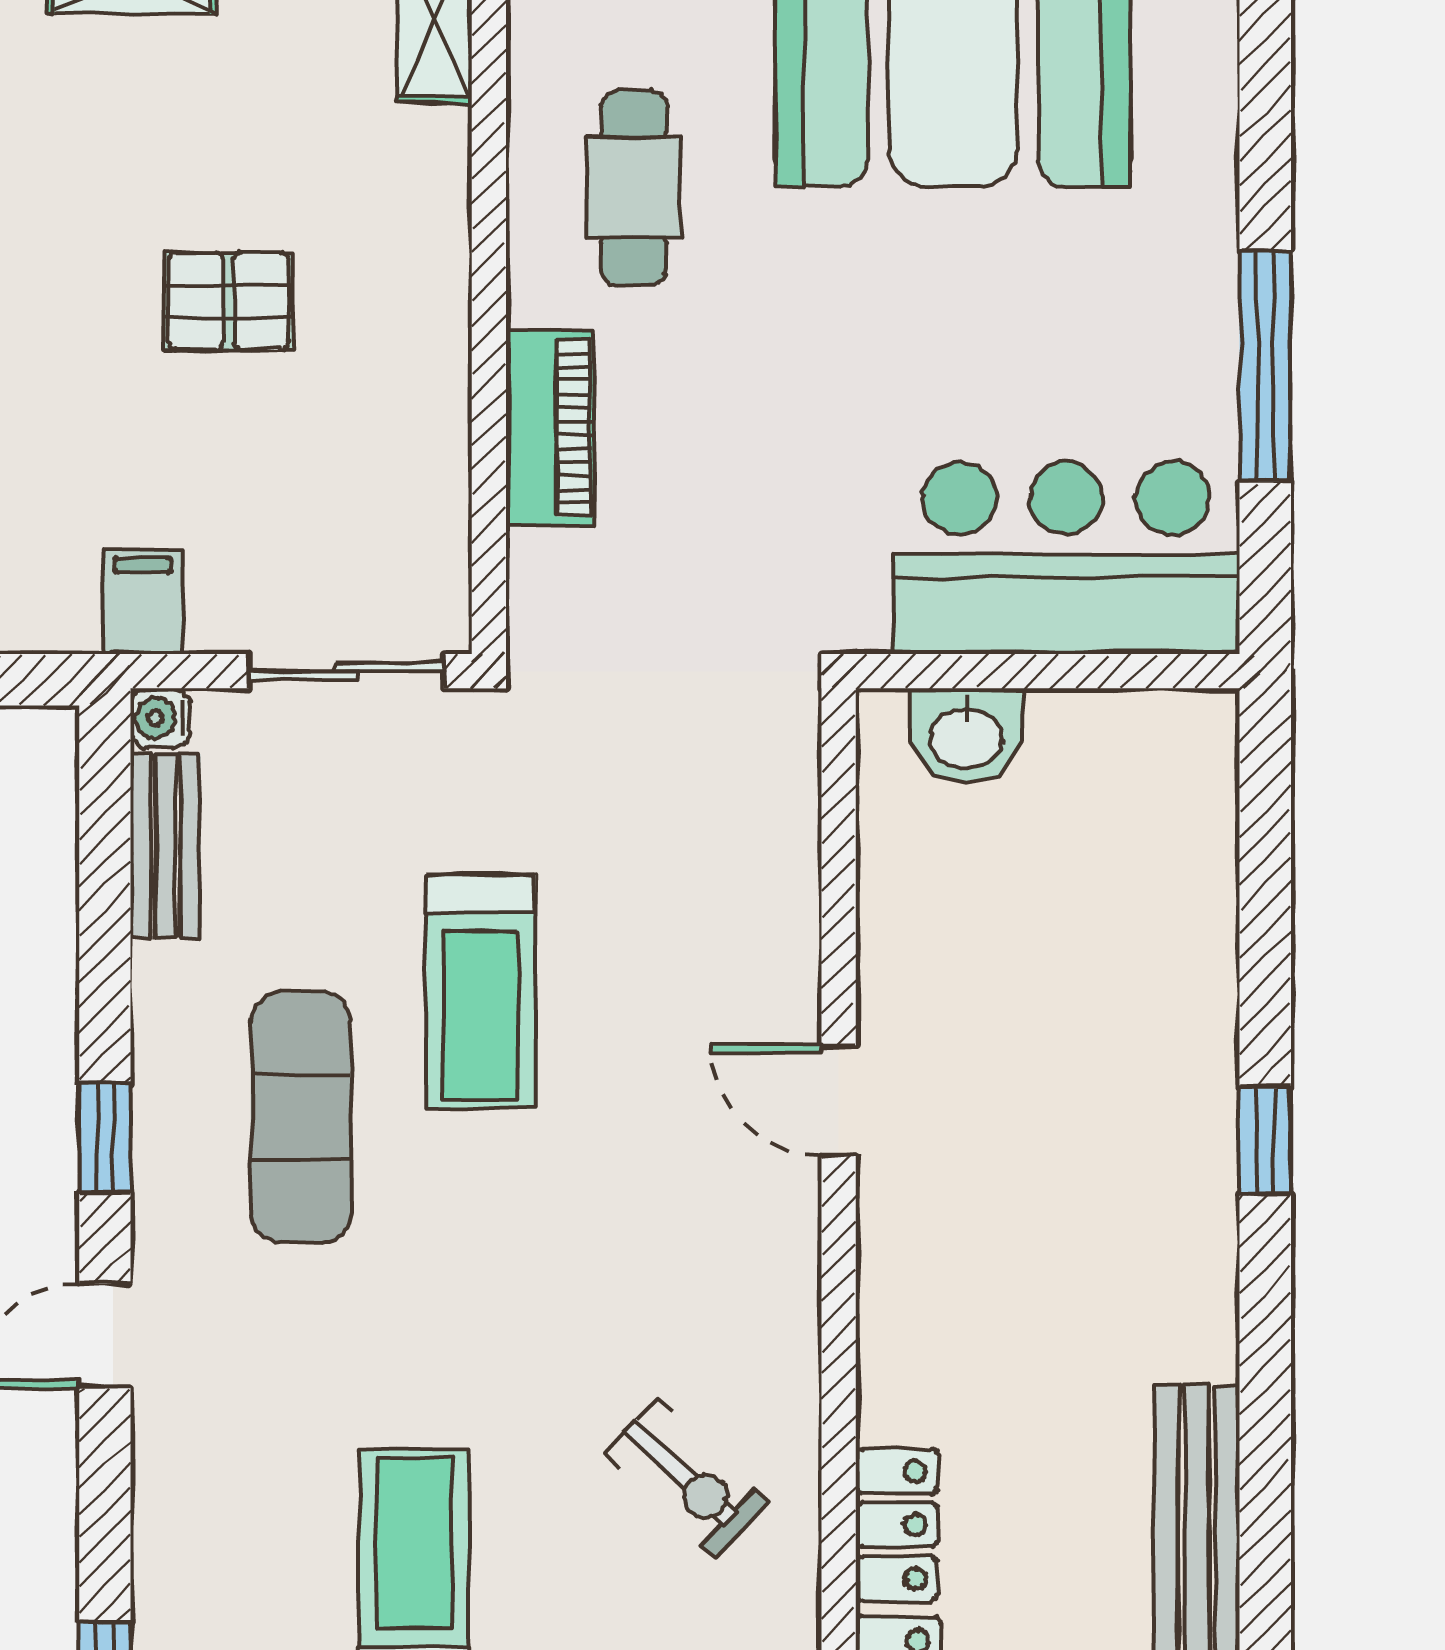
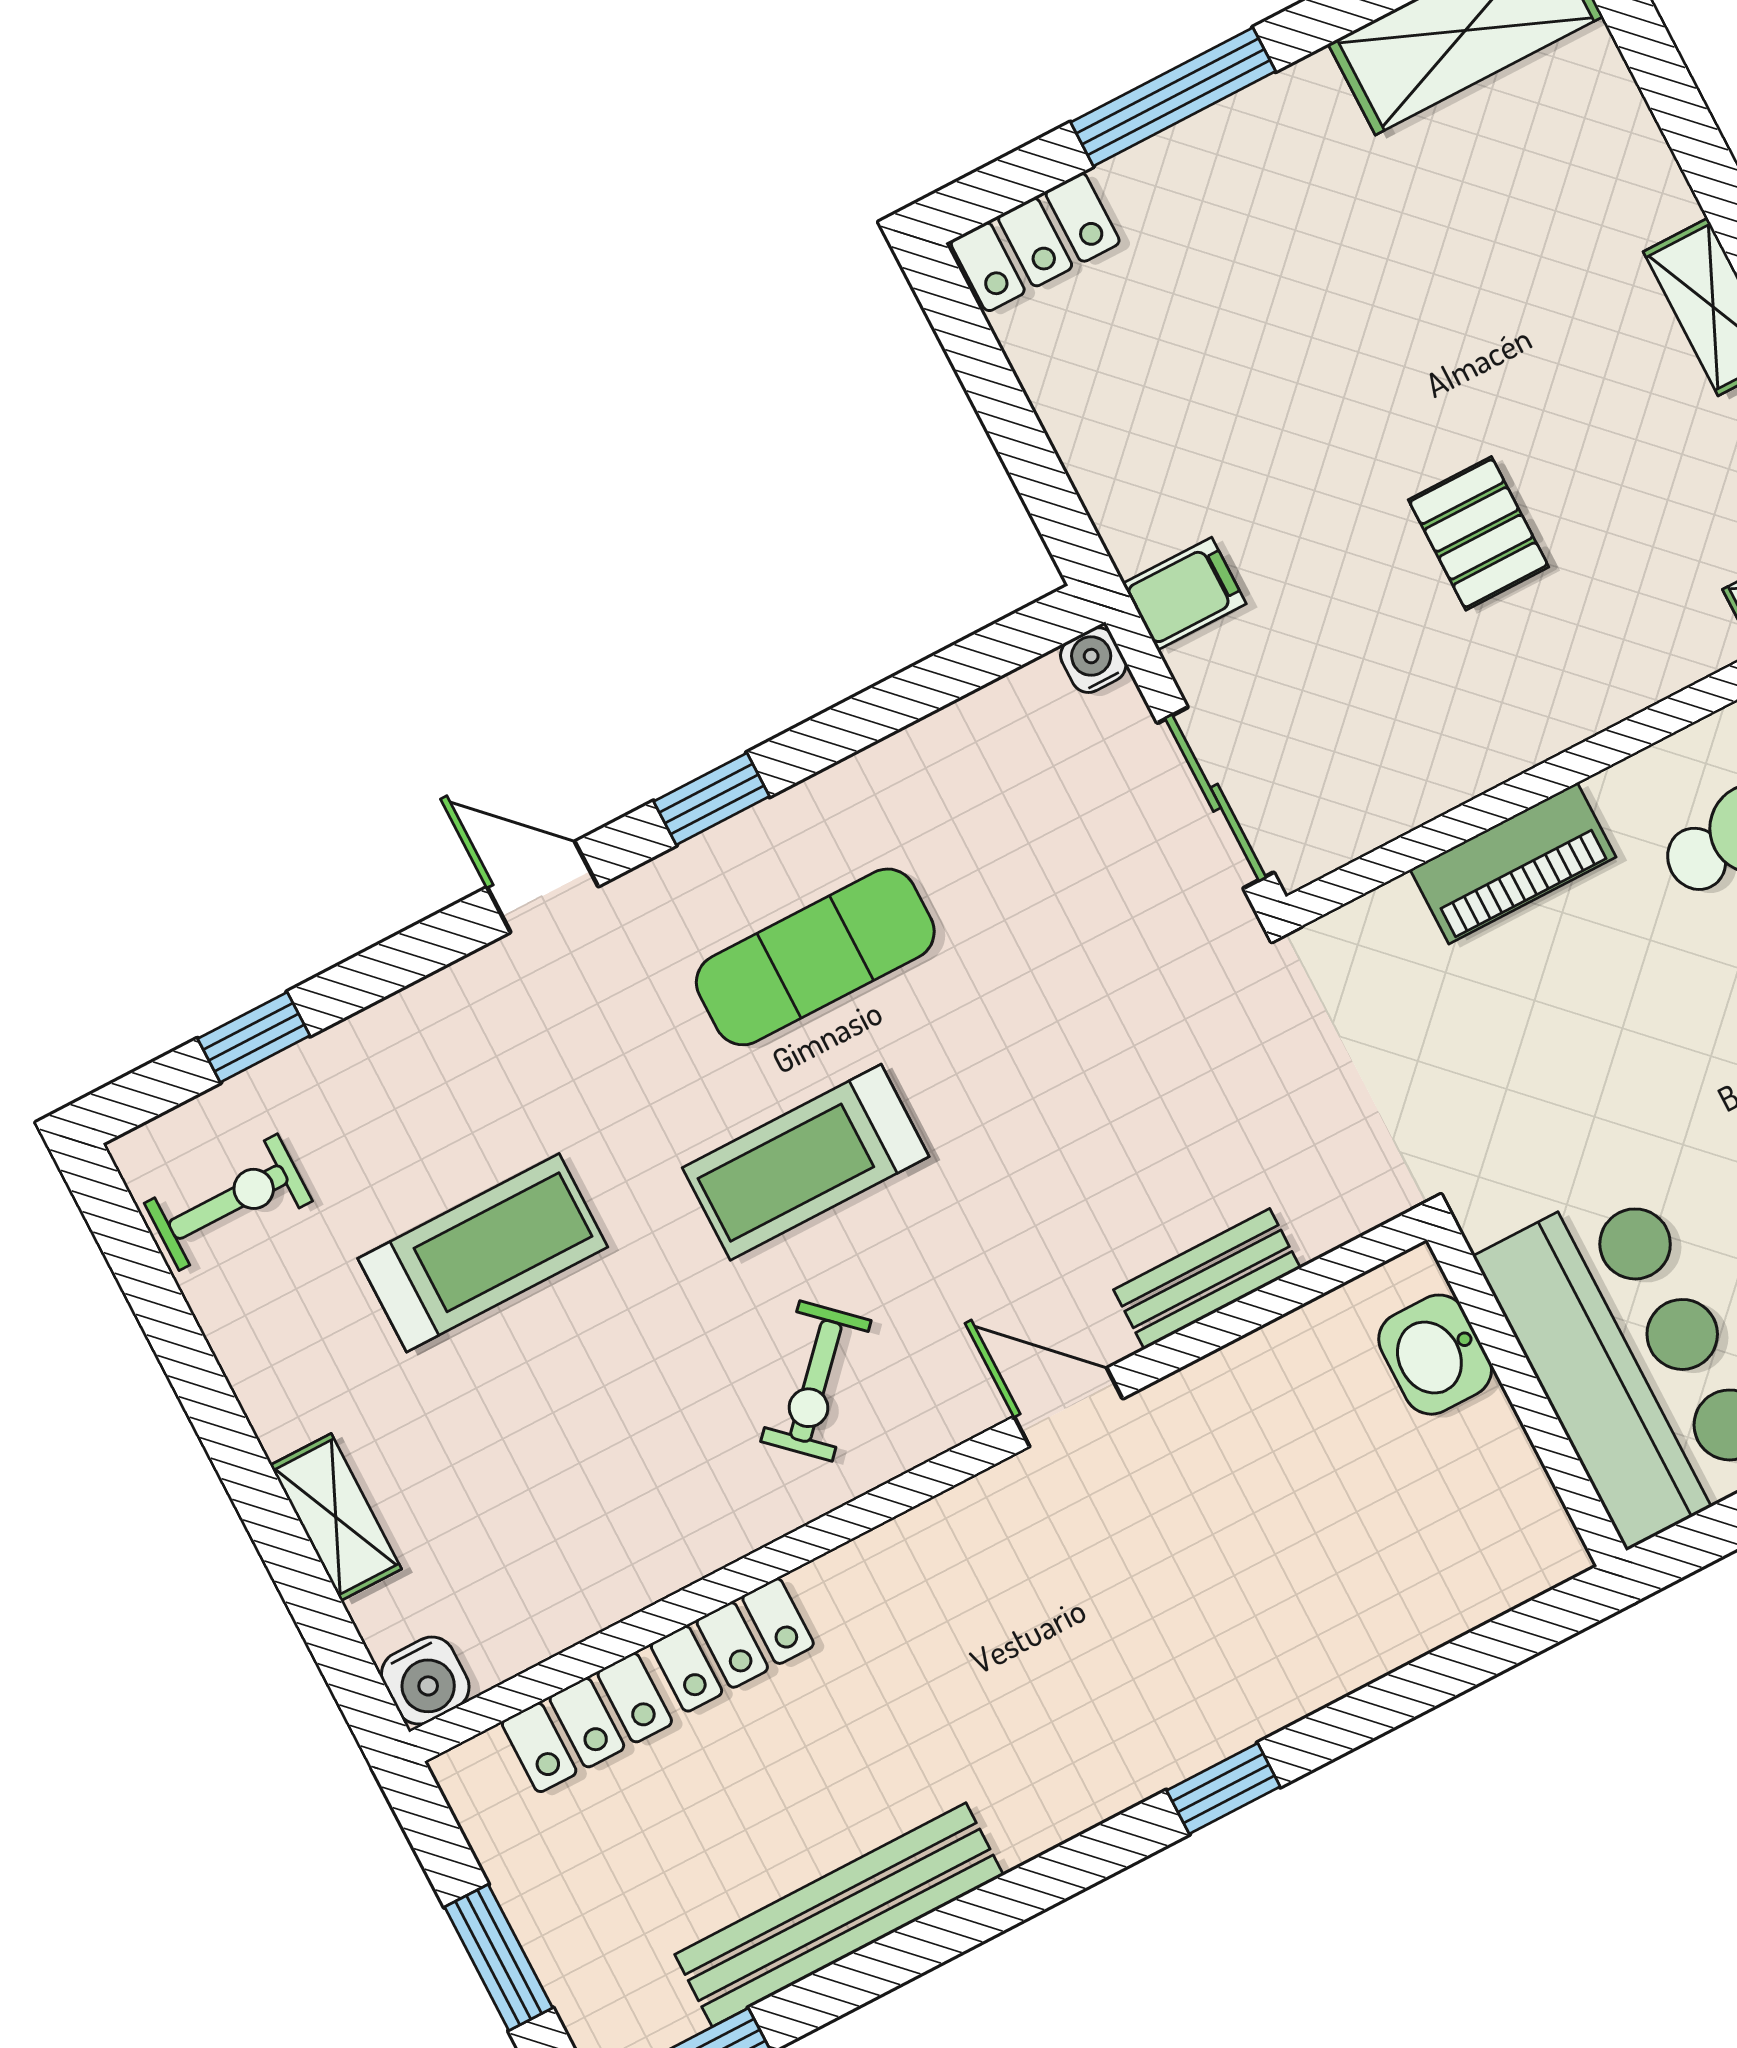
bench: (166, 846) -> (1207, 1279), moved
treadmill: (481, 992) -> (806, 1162), moved
door: (839, 1100) -> (1068, 1407), hinge flipped
exercise bike: (686, 1478) -> (816, 1381), moved

